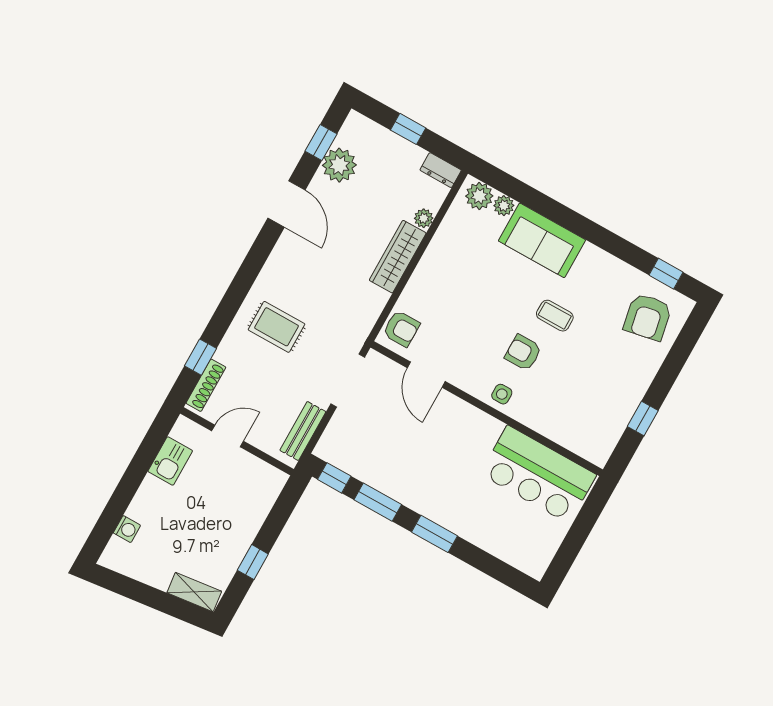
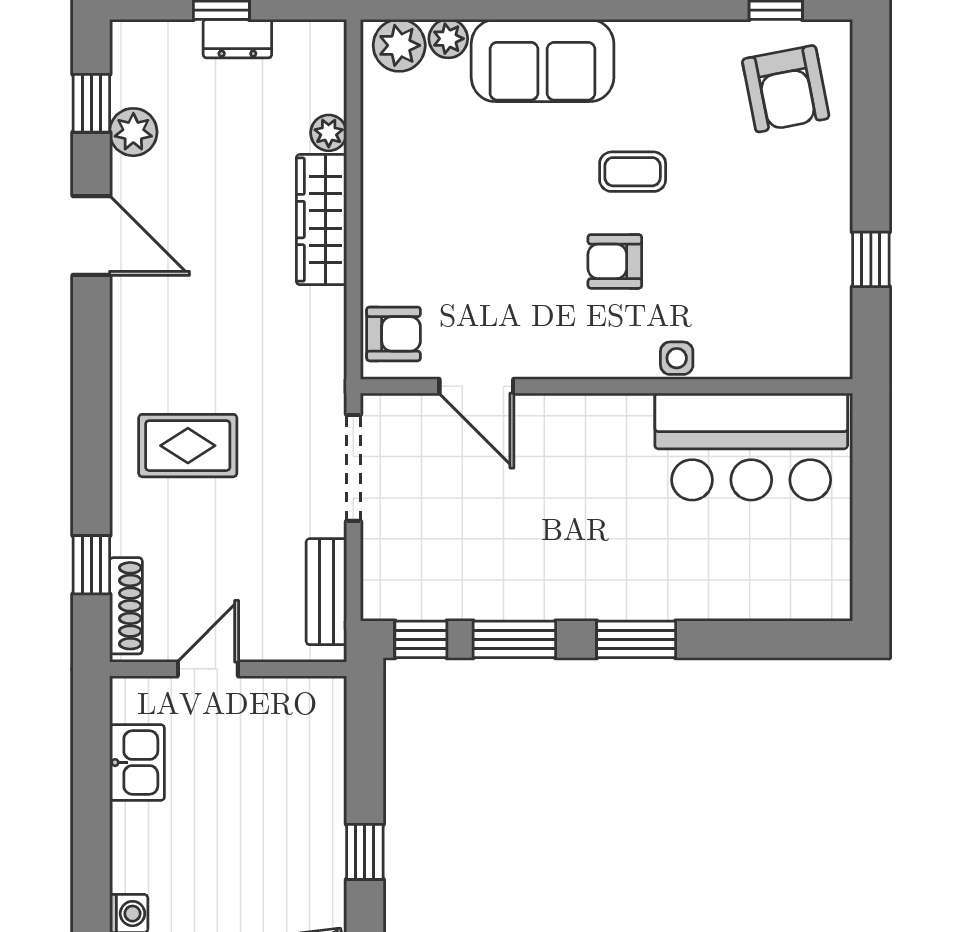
plant: (339, 165) -> (133, 132), width x0.73, depth x0.73
dresser: (441, 170) -> (237, 39), moved
side table: (502, 394) -> (677, 358), moved

